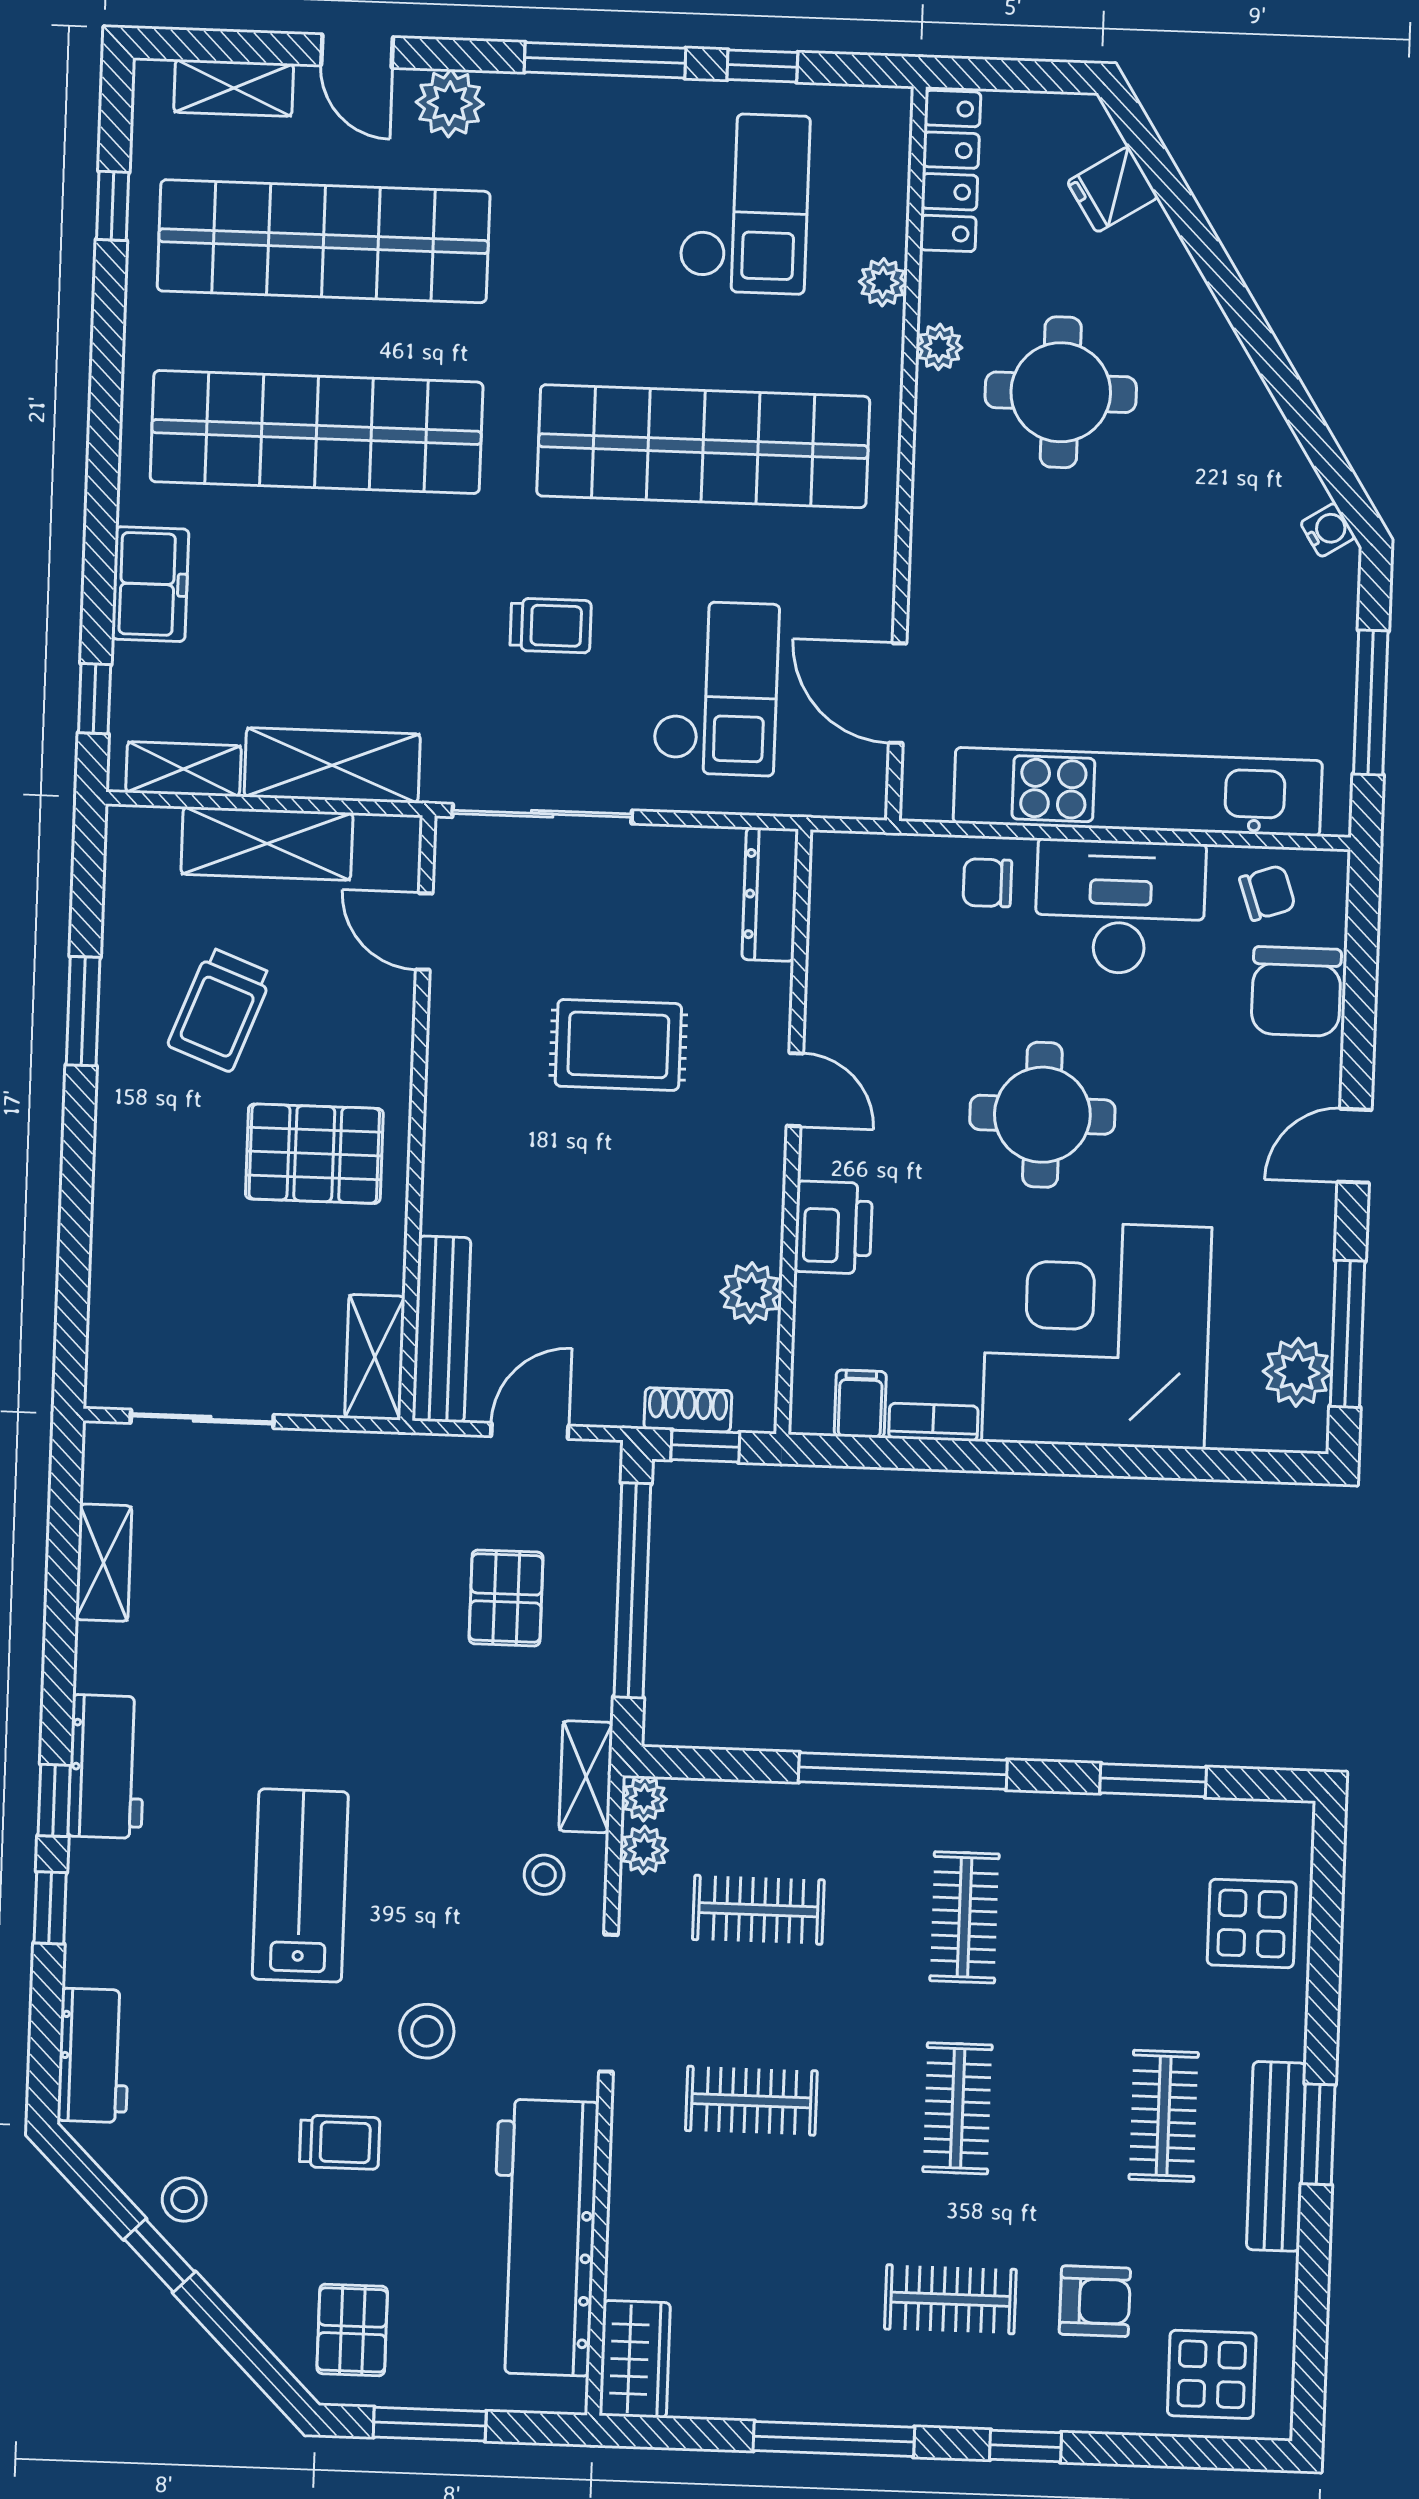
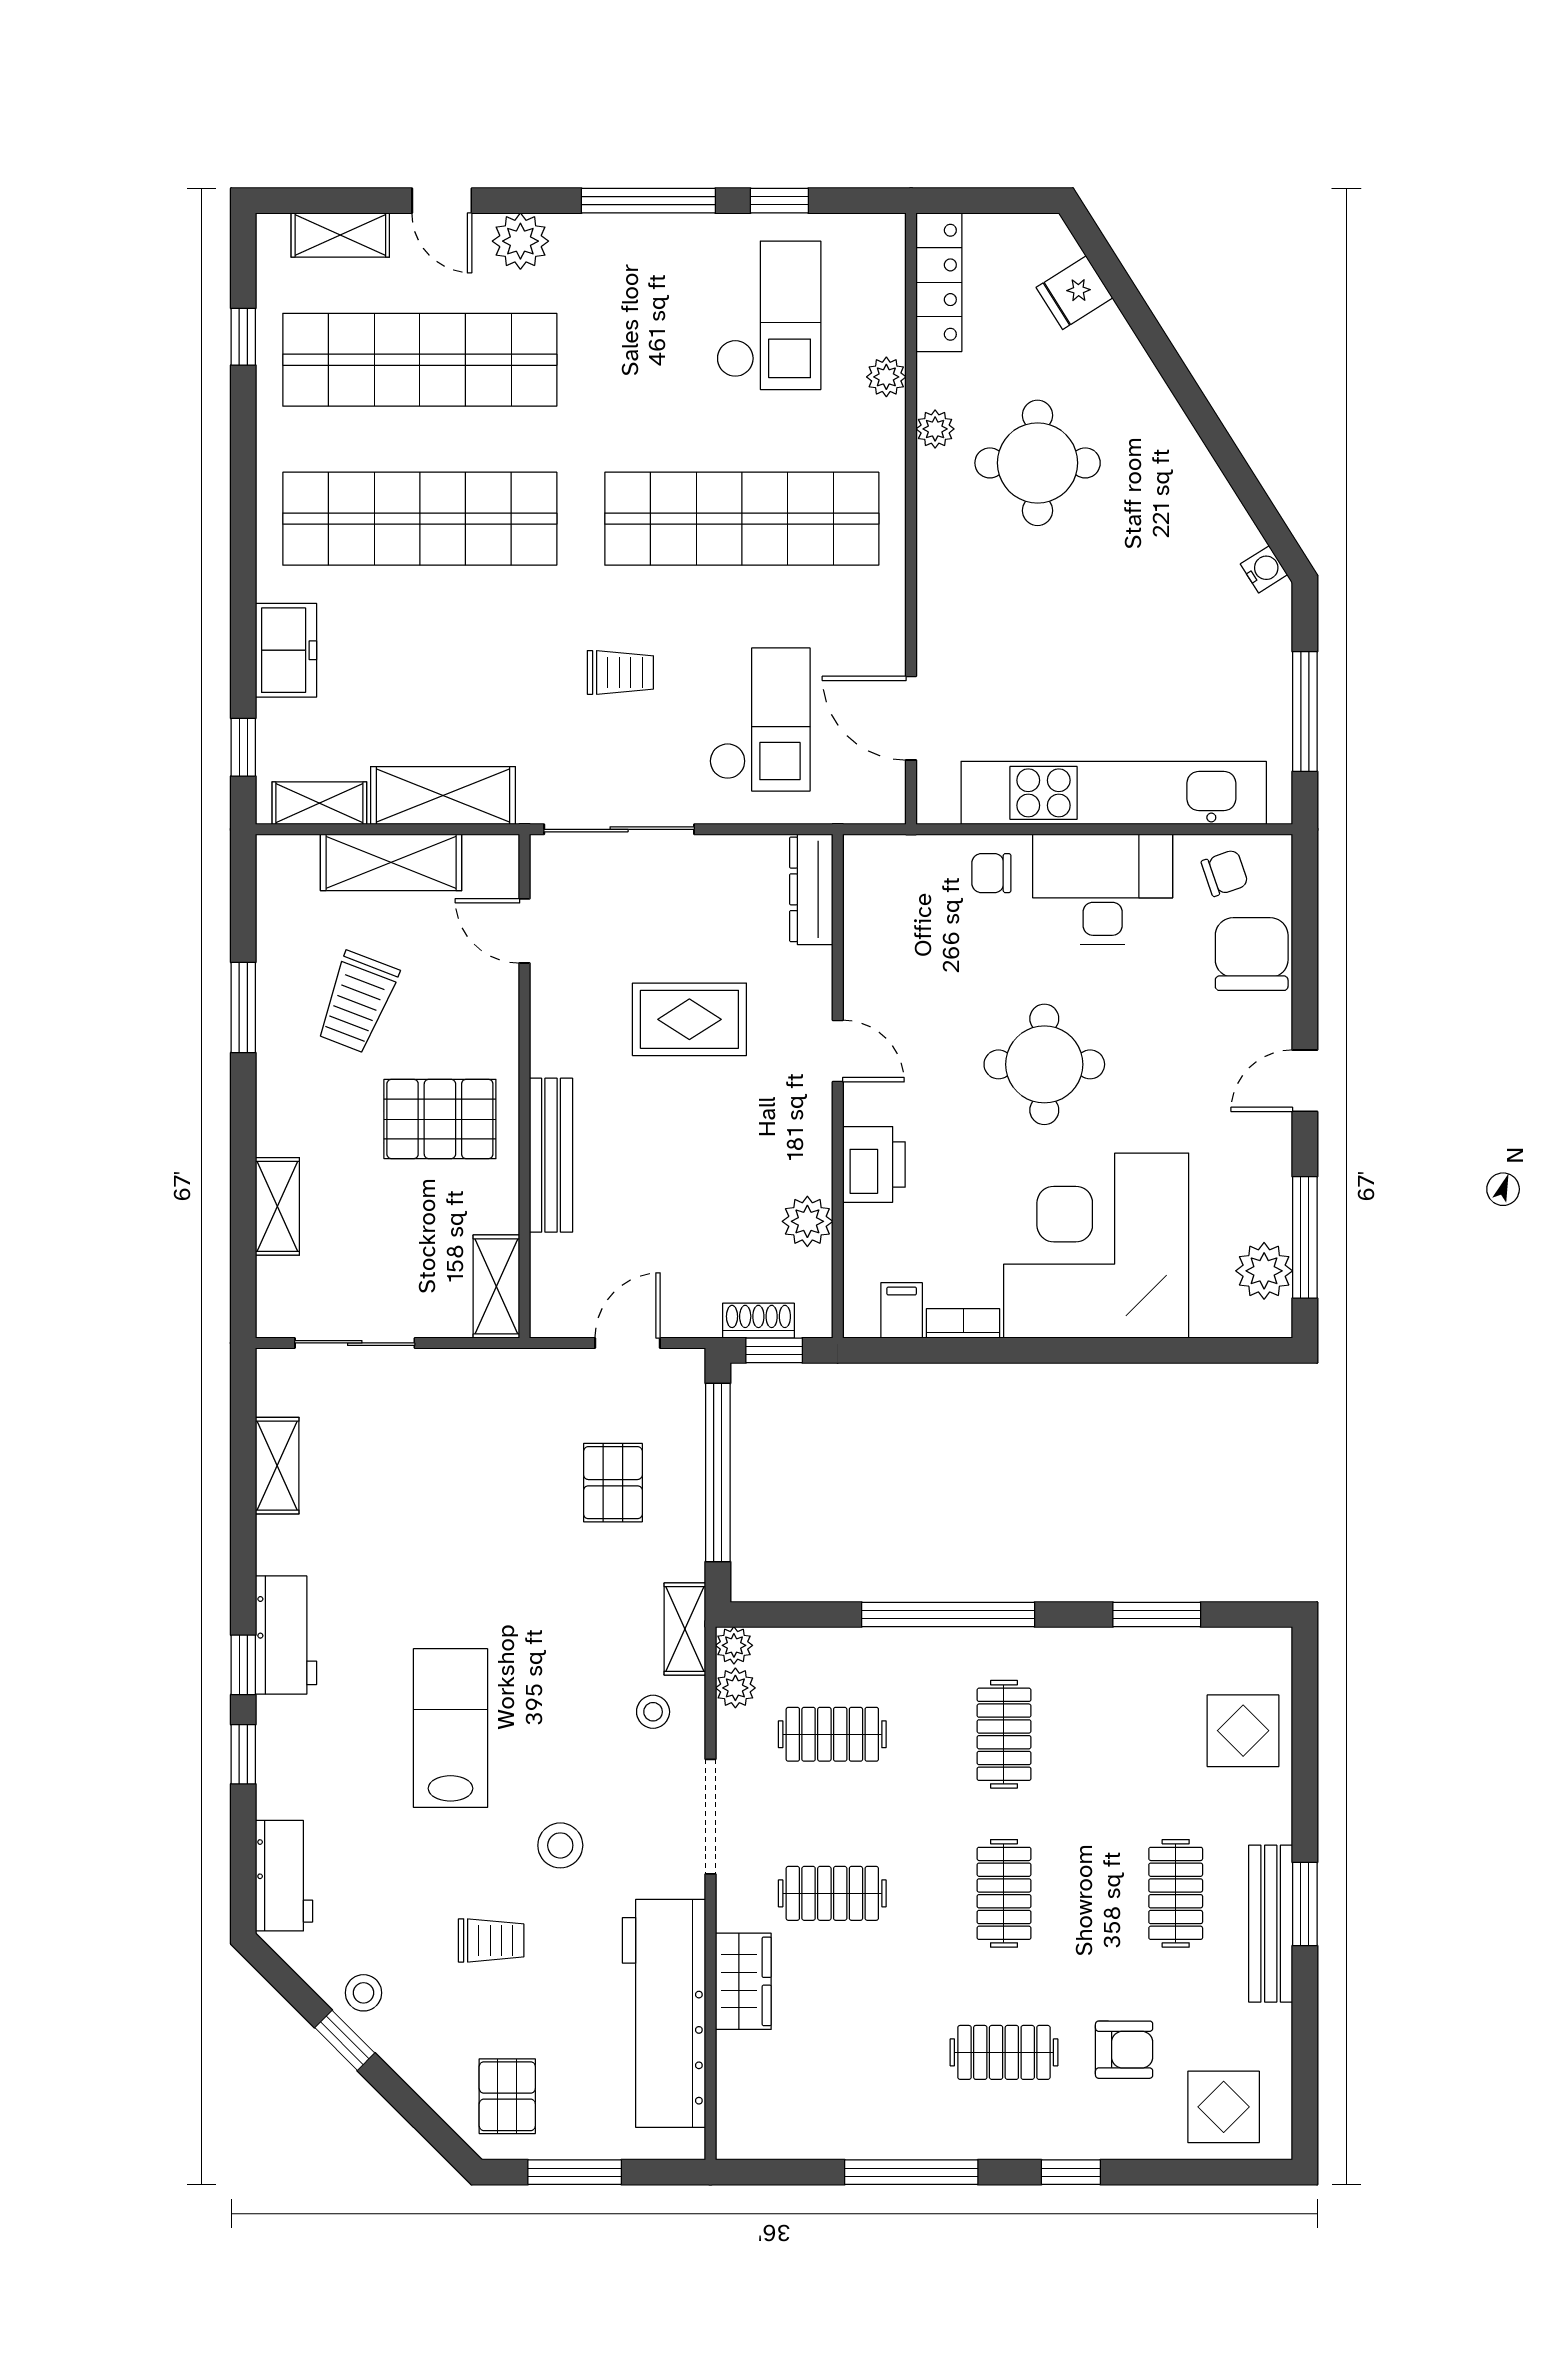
chair: (1296, 991) -> (1252, 954), turned 180
shelving: (115, 1251) -> (277, 1206), added
bench: (441, 1329) -> (551, 1155), moved
wardrobe: (635, 2359) -> (743, 1981), moved

